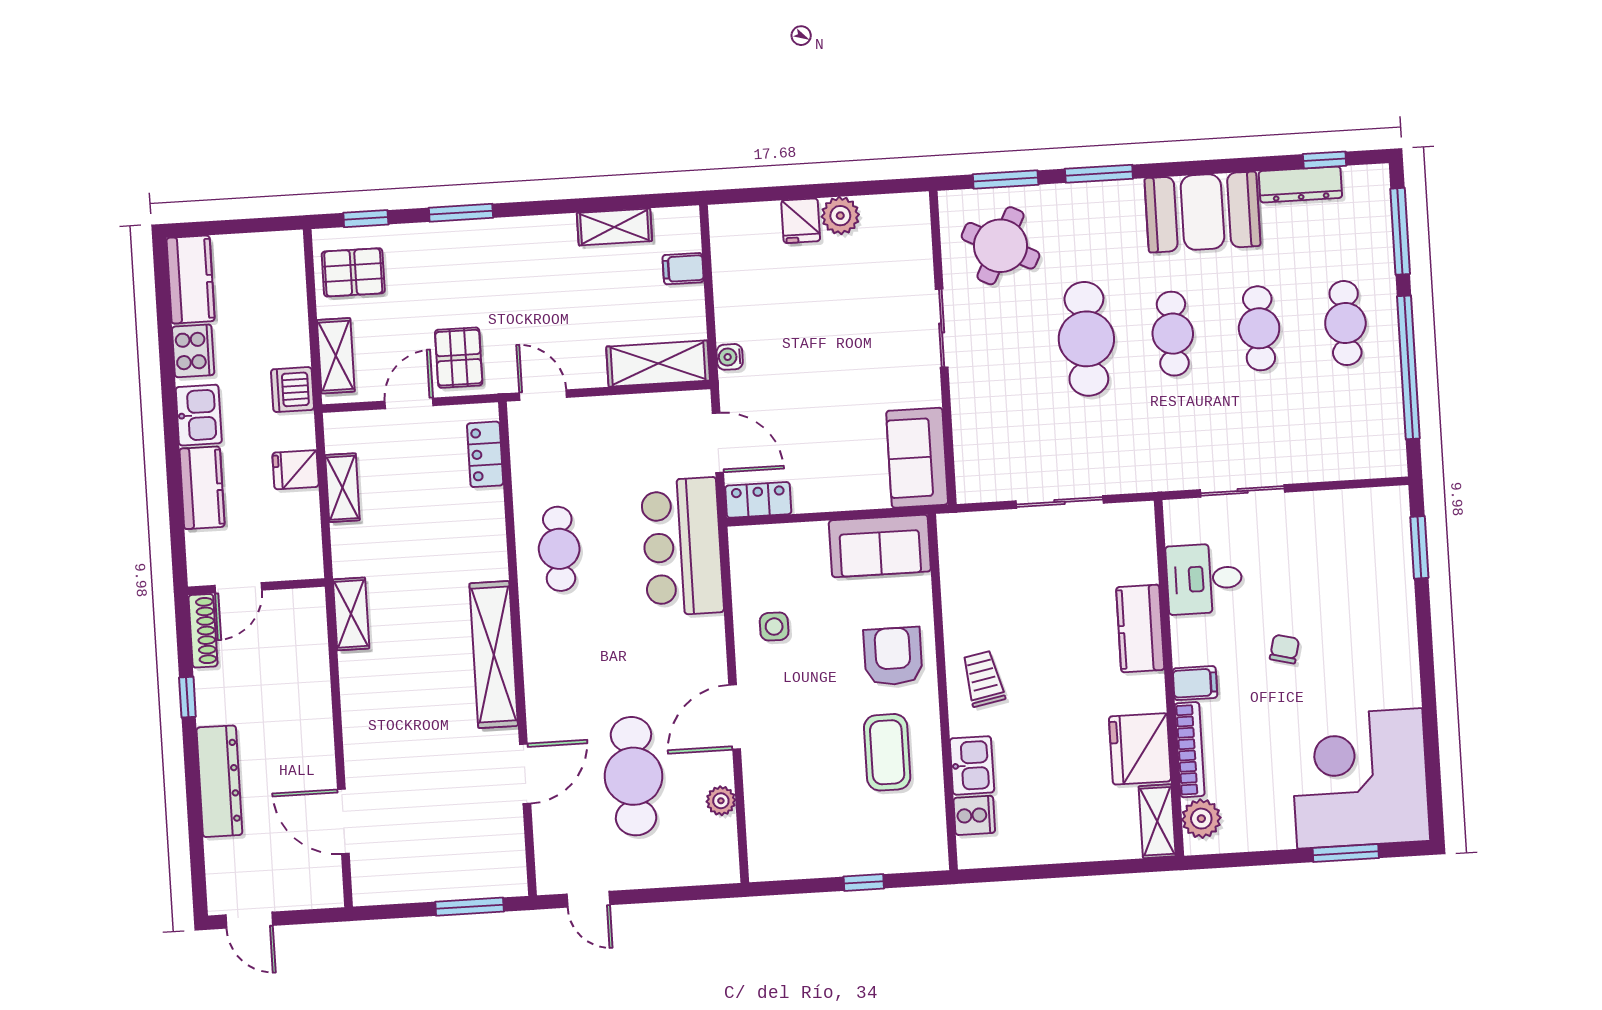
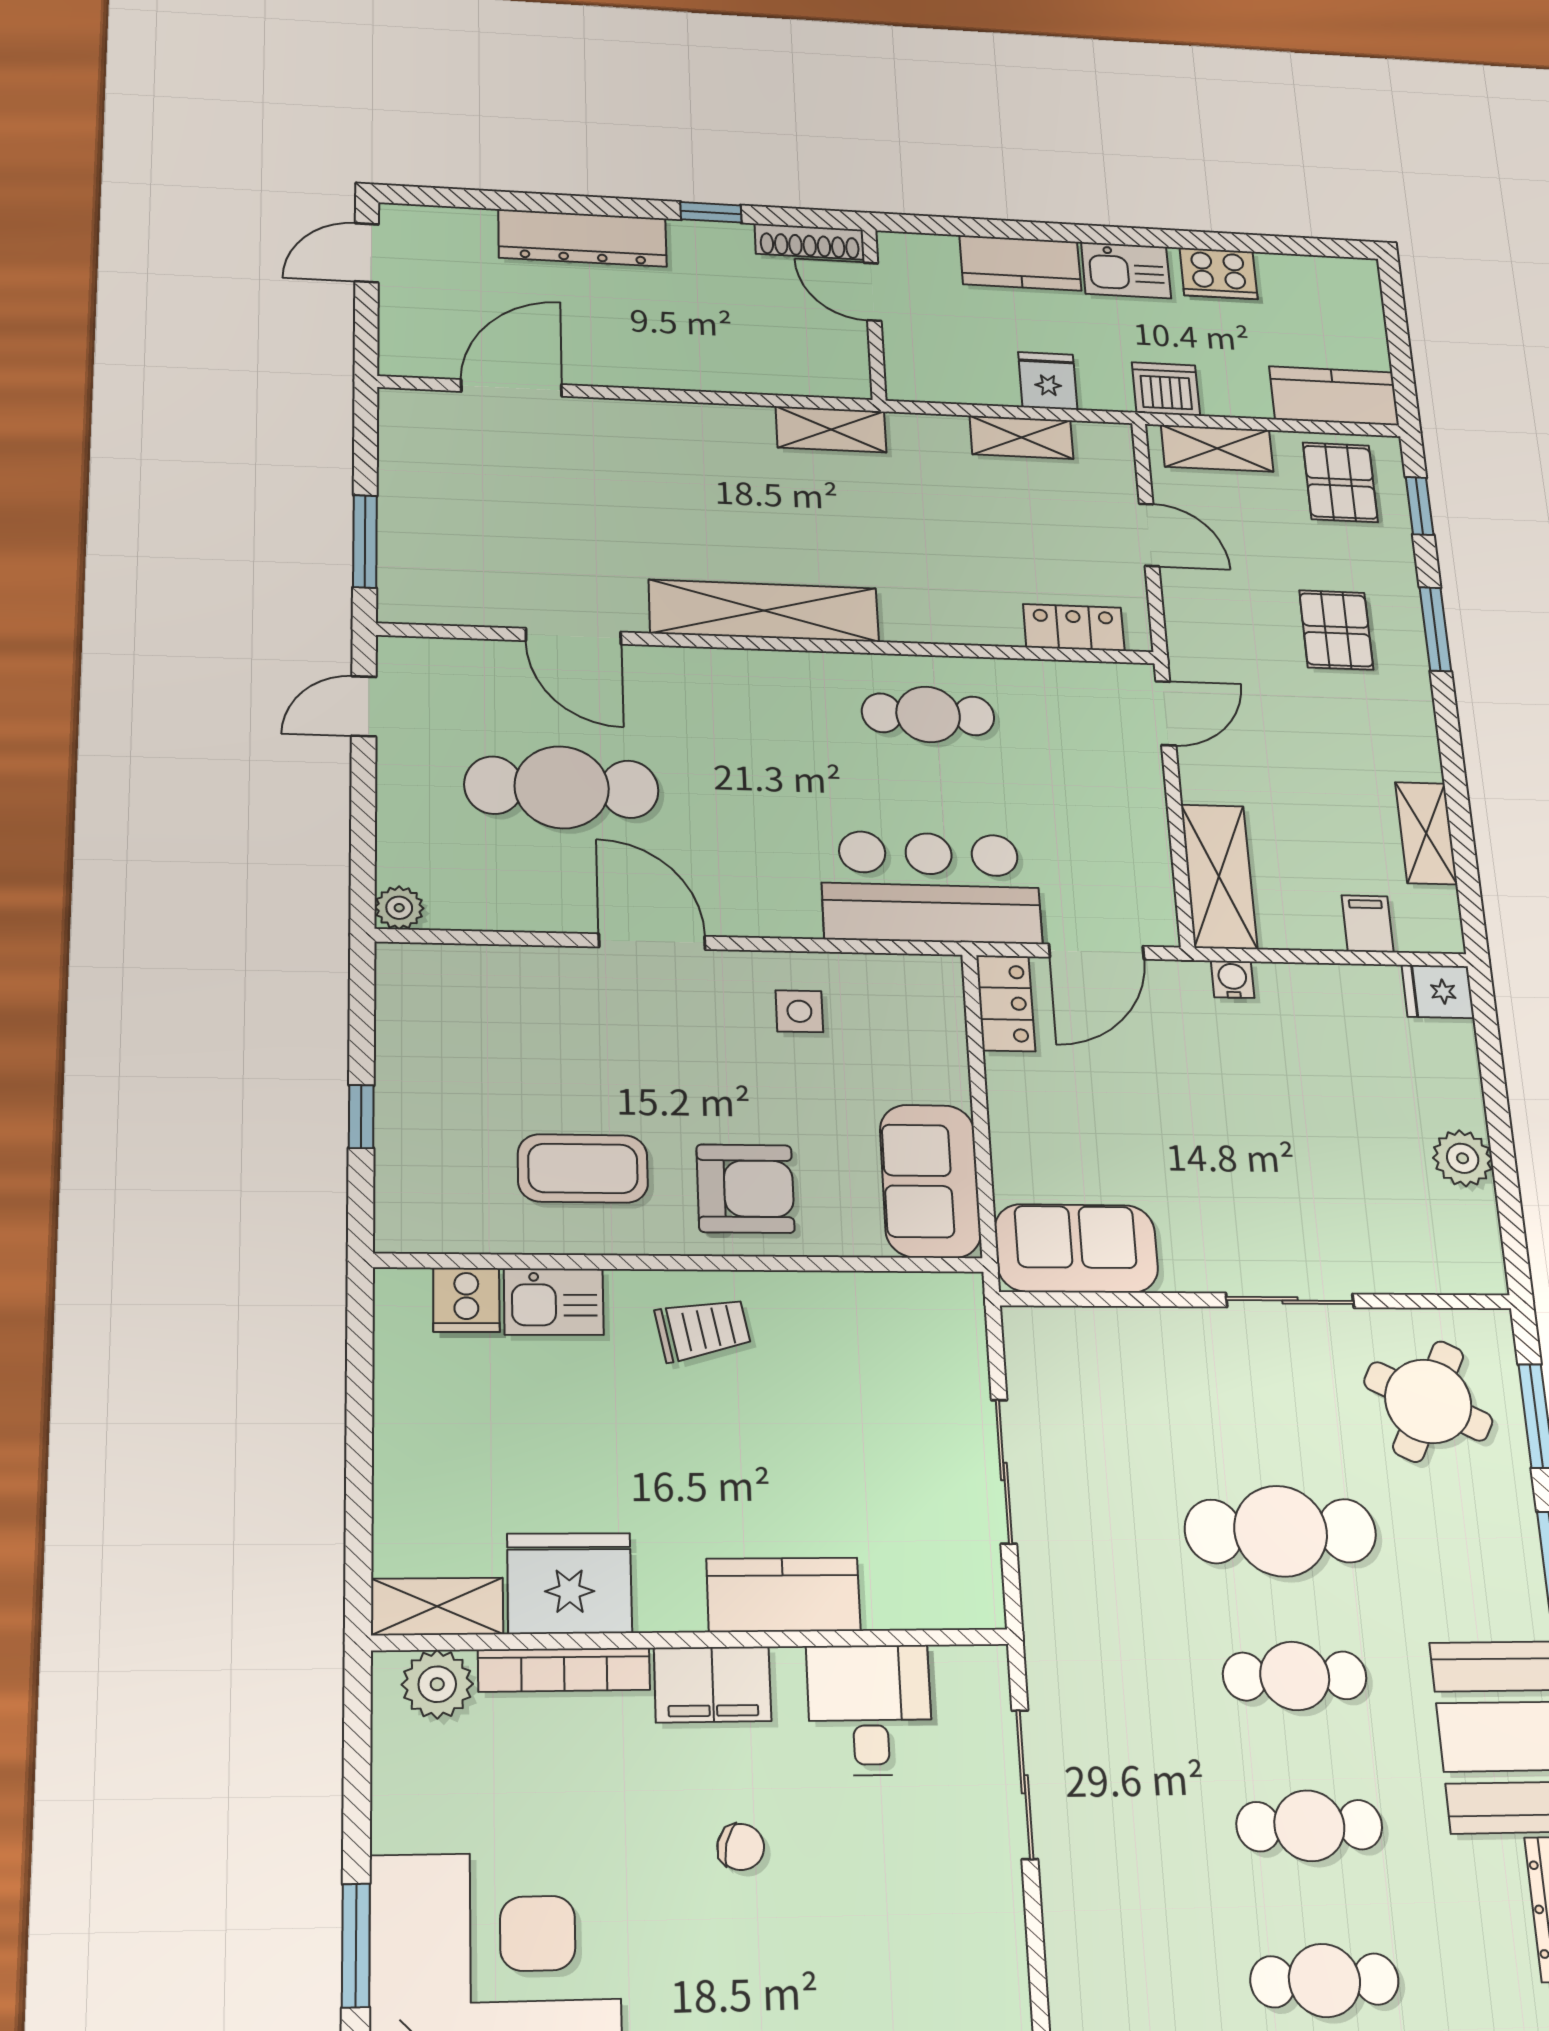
fridge: (801, 221) -> (1438, 991), moved
kitchen counter: (191, 279) -> (1334, 396), moved, turned 180
pallet: (459, 358) -> (1336, 630), moved, turned 90
filing cabinet: (1195, 683) -> (713, 1684), width x2.00
plant: (721, 801) -> (399, 908), moved

